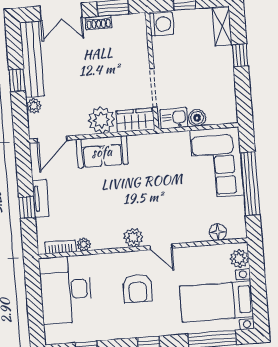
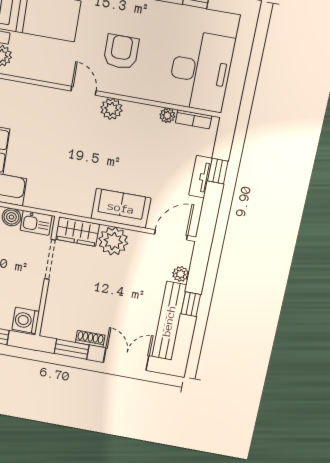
floor lamp: (218, 232) -> (18, 91), removed

